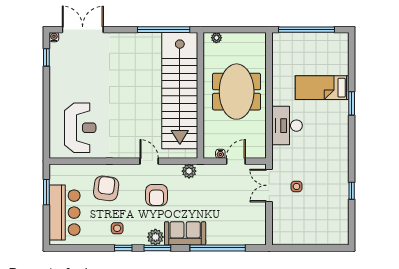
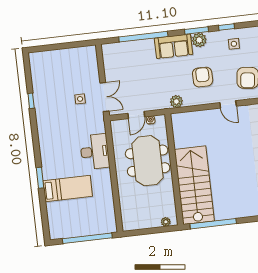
stairs: (180, 91) -> (194, 185), width x0.73
meeting table: (237, 92) -> (148, 161), moved
door: (149, 161) -> (228, 104), moved

